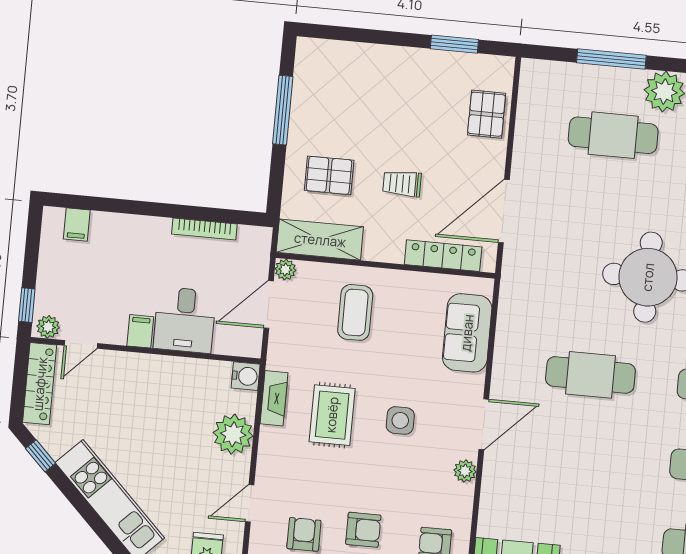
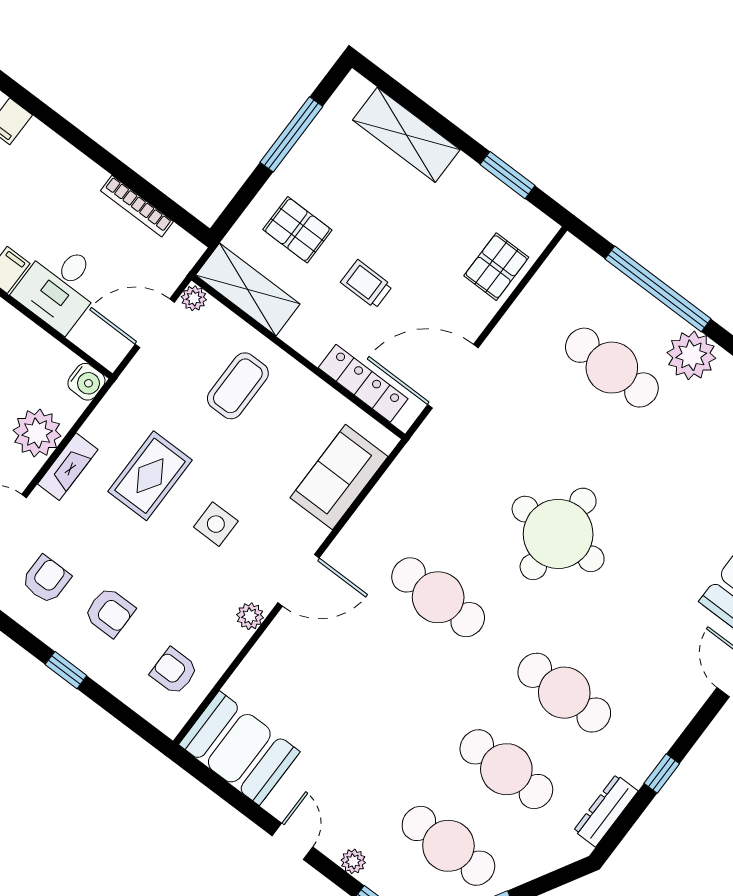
window: (611, 59) -> (658, 289), width x1.46
shelving: (365, 60) -> (406, 135), added
fireplace: (274, 398) -> (68, 467), moved

